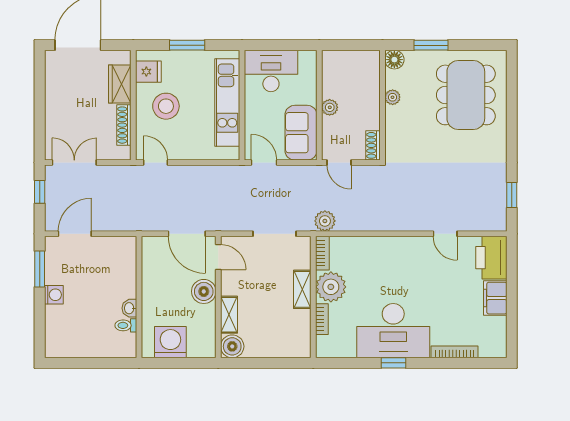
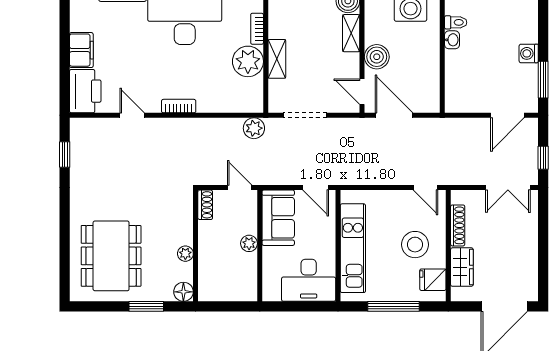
window: (187, 45) -> (394, 306), width x1.44
bookcase: (322, 253) -> (179, 106), moved, turned 90

